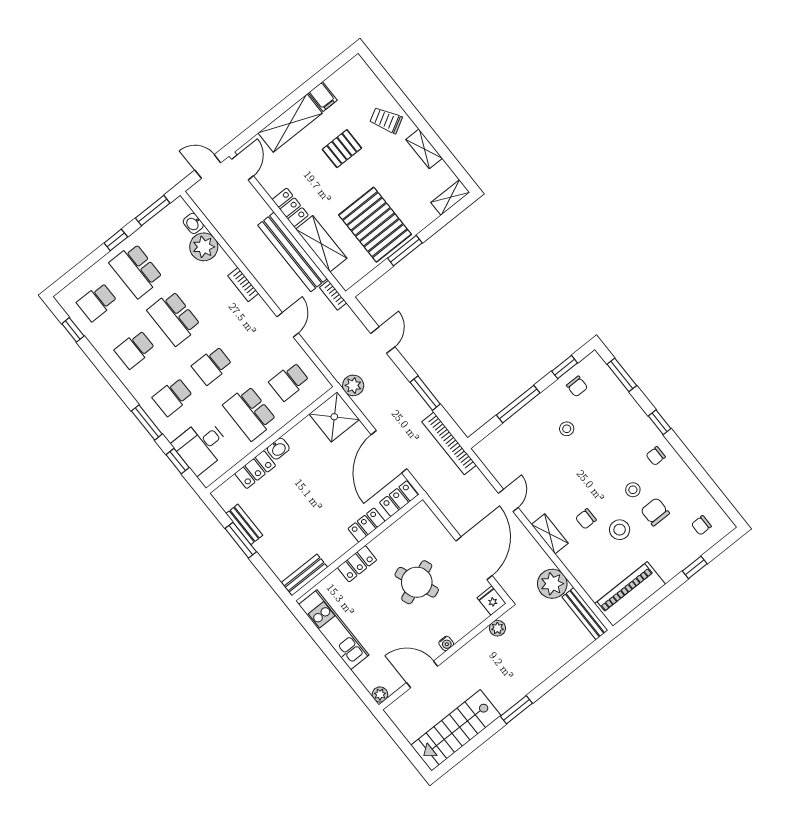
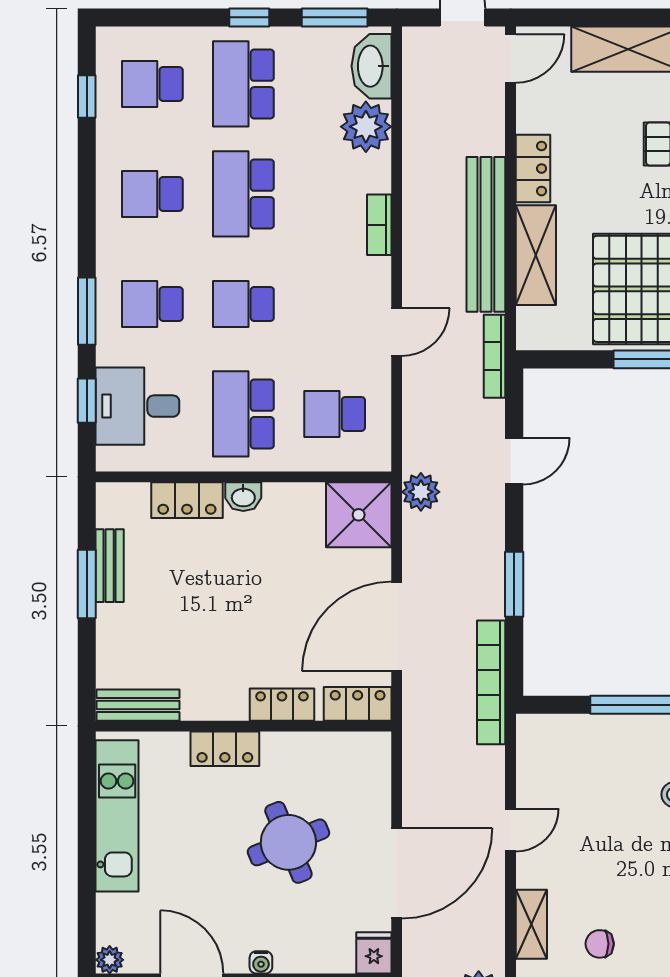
washbasin: (193, 223) -> (371, 66), width x1.91, depth x1.45
bookcase: (333, 295) -> (495, 356), width x1.56

